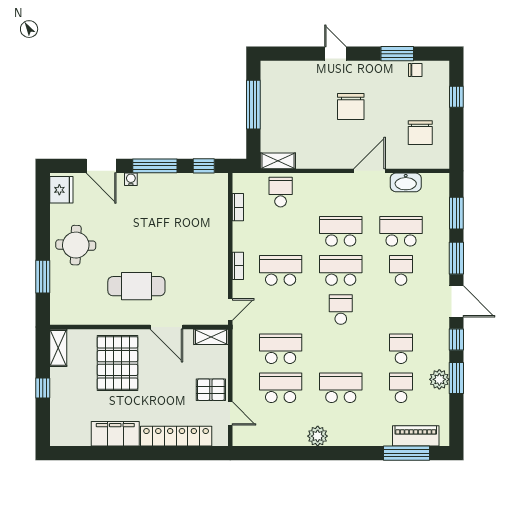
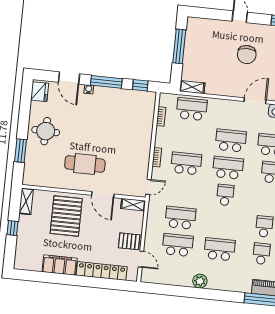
school desk: (281, 192) -> (192, 109), width x1.85

